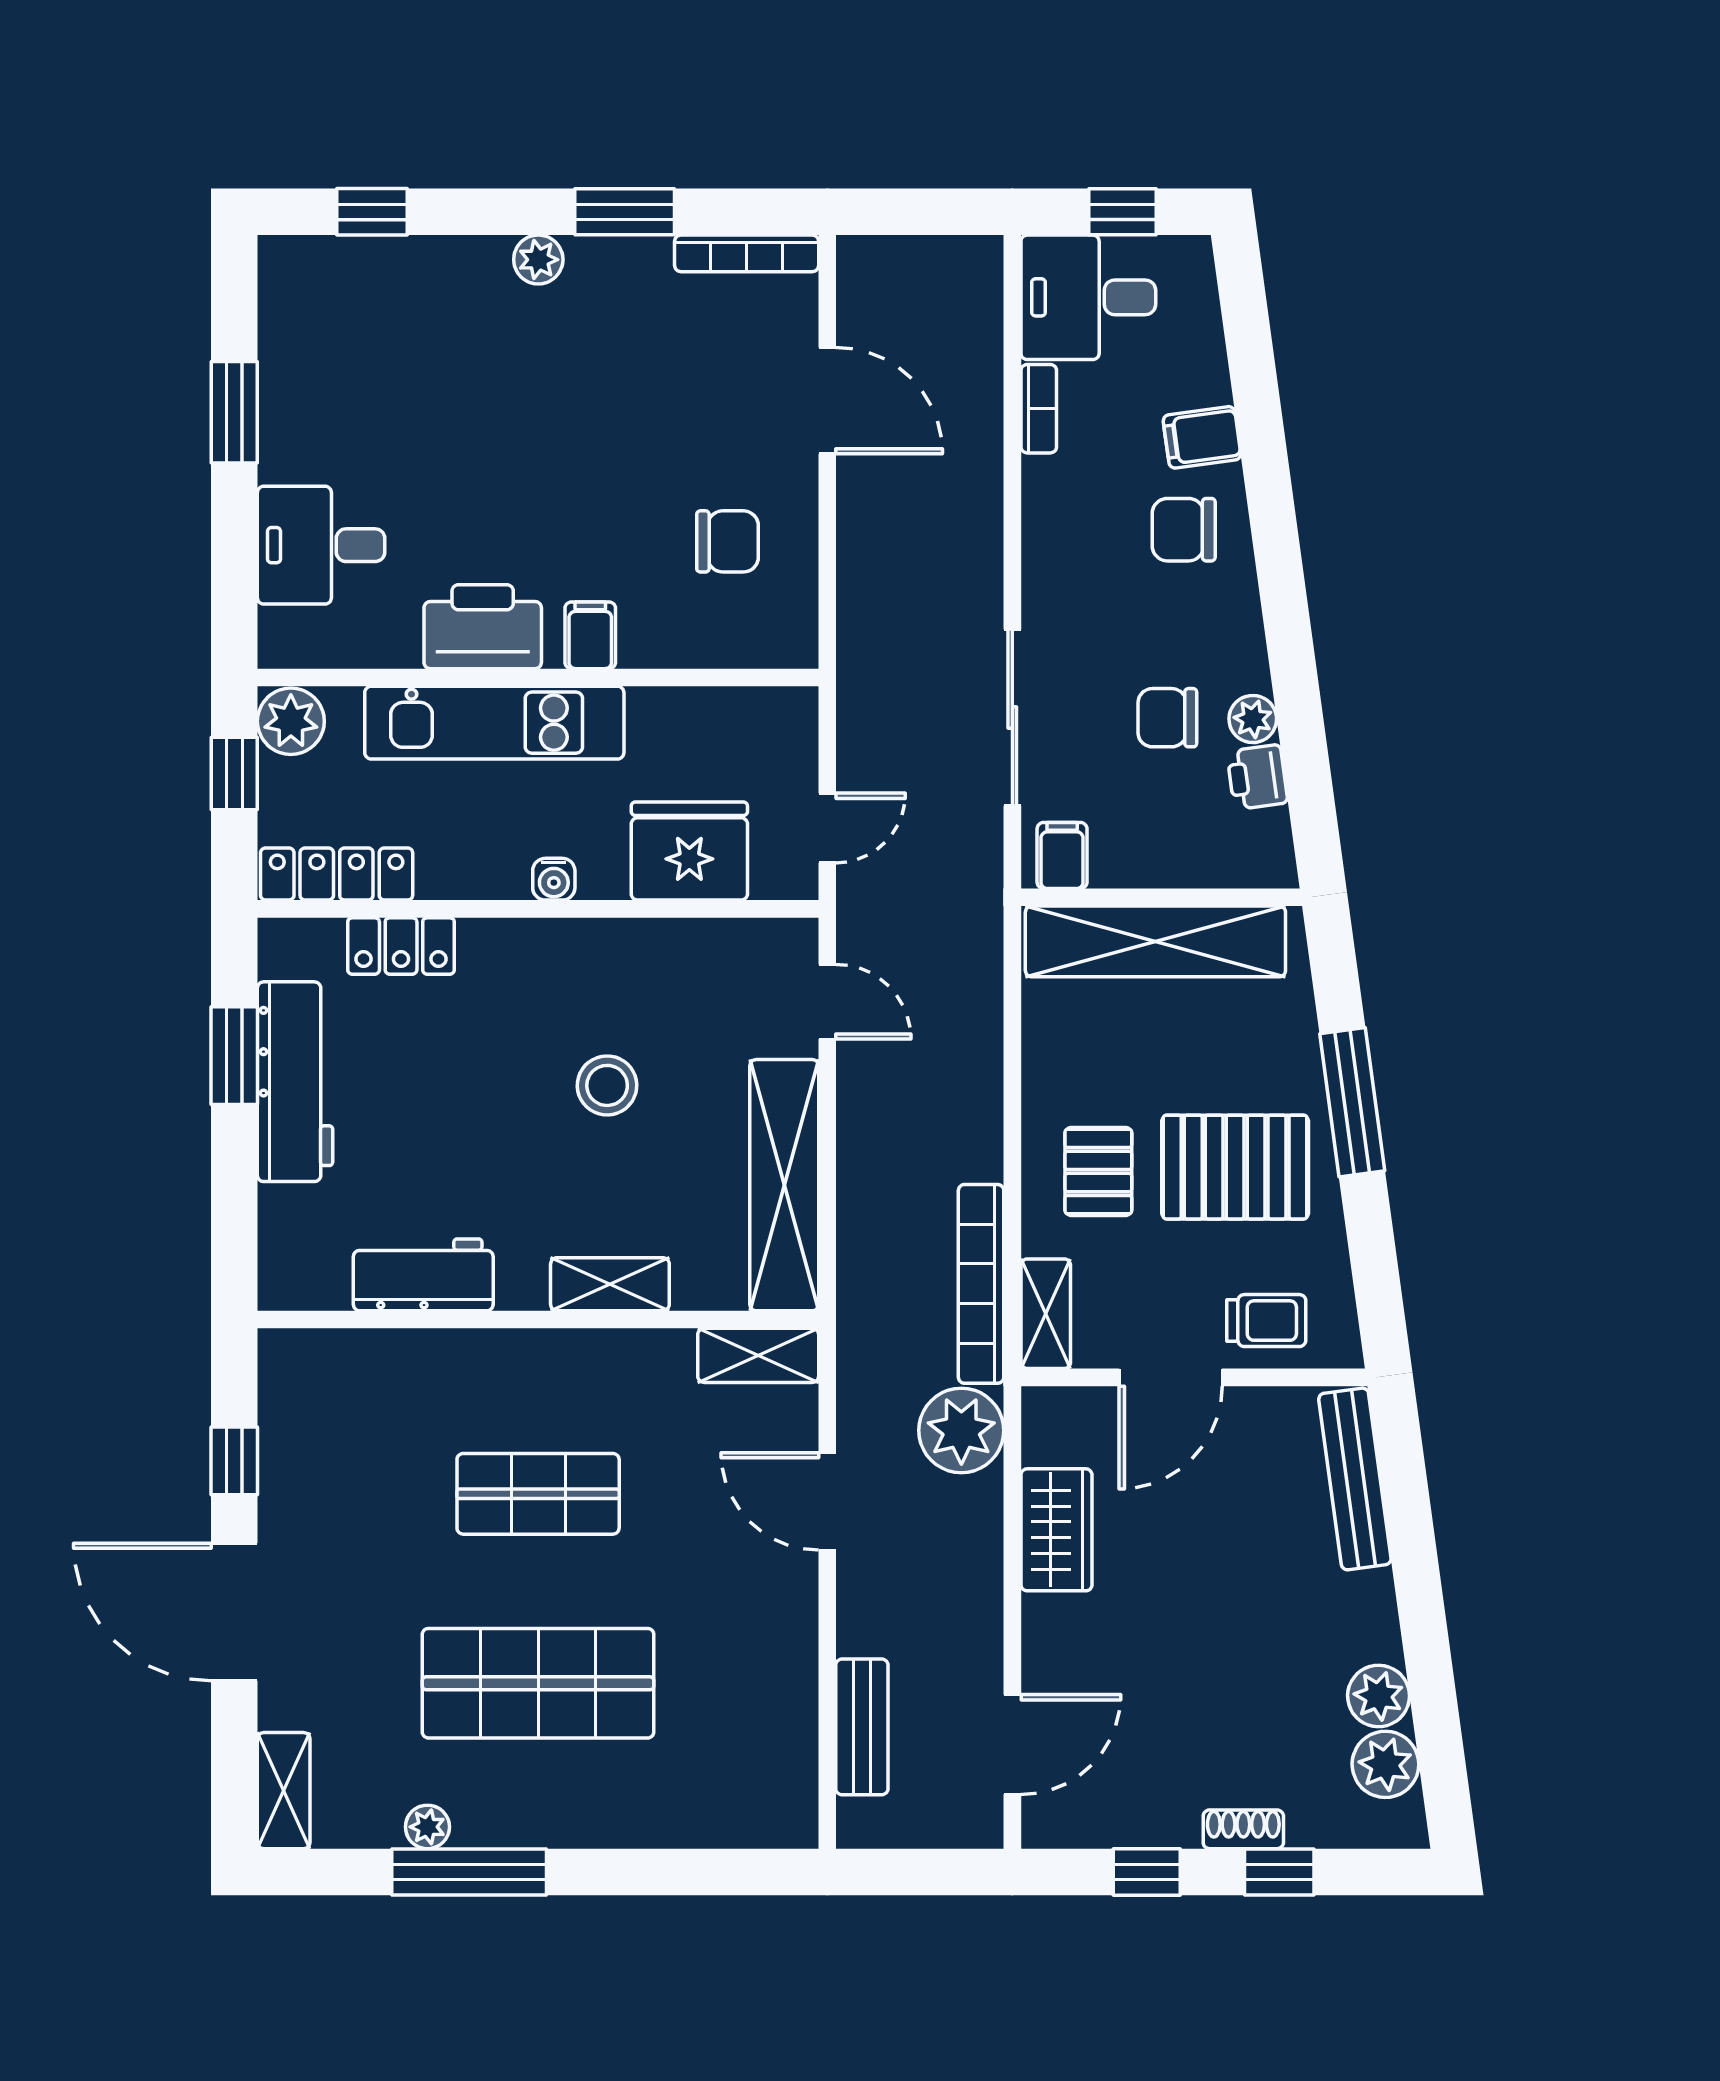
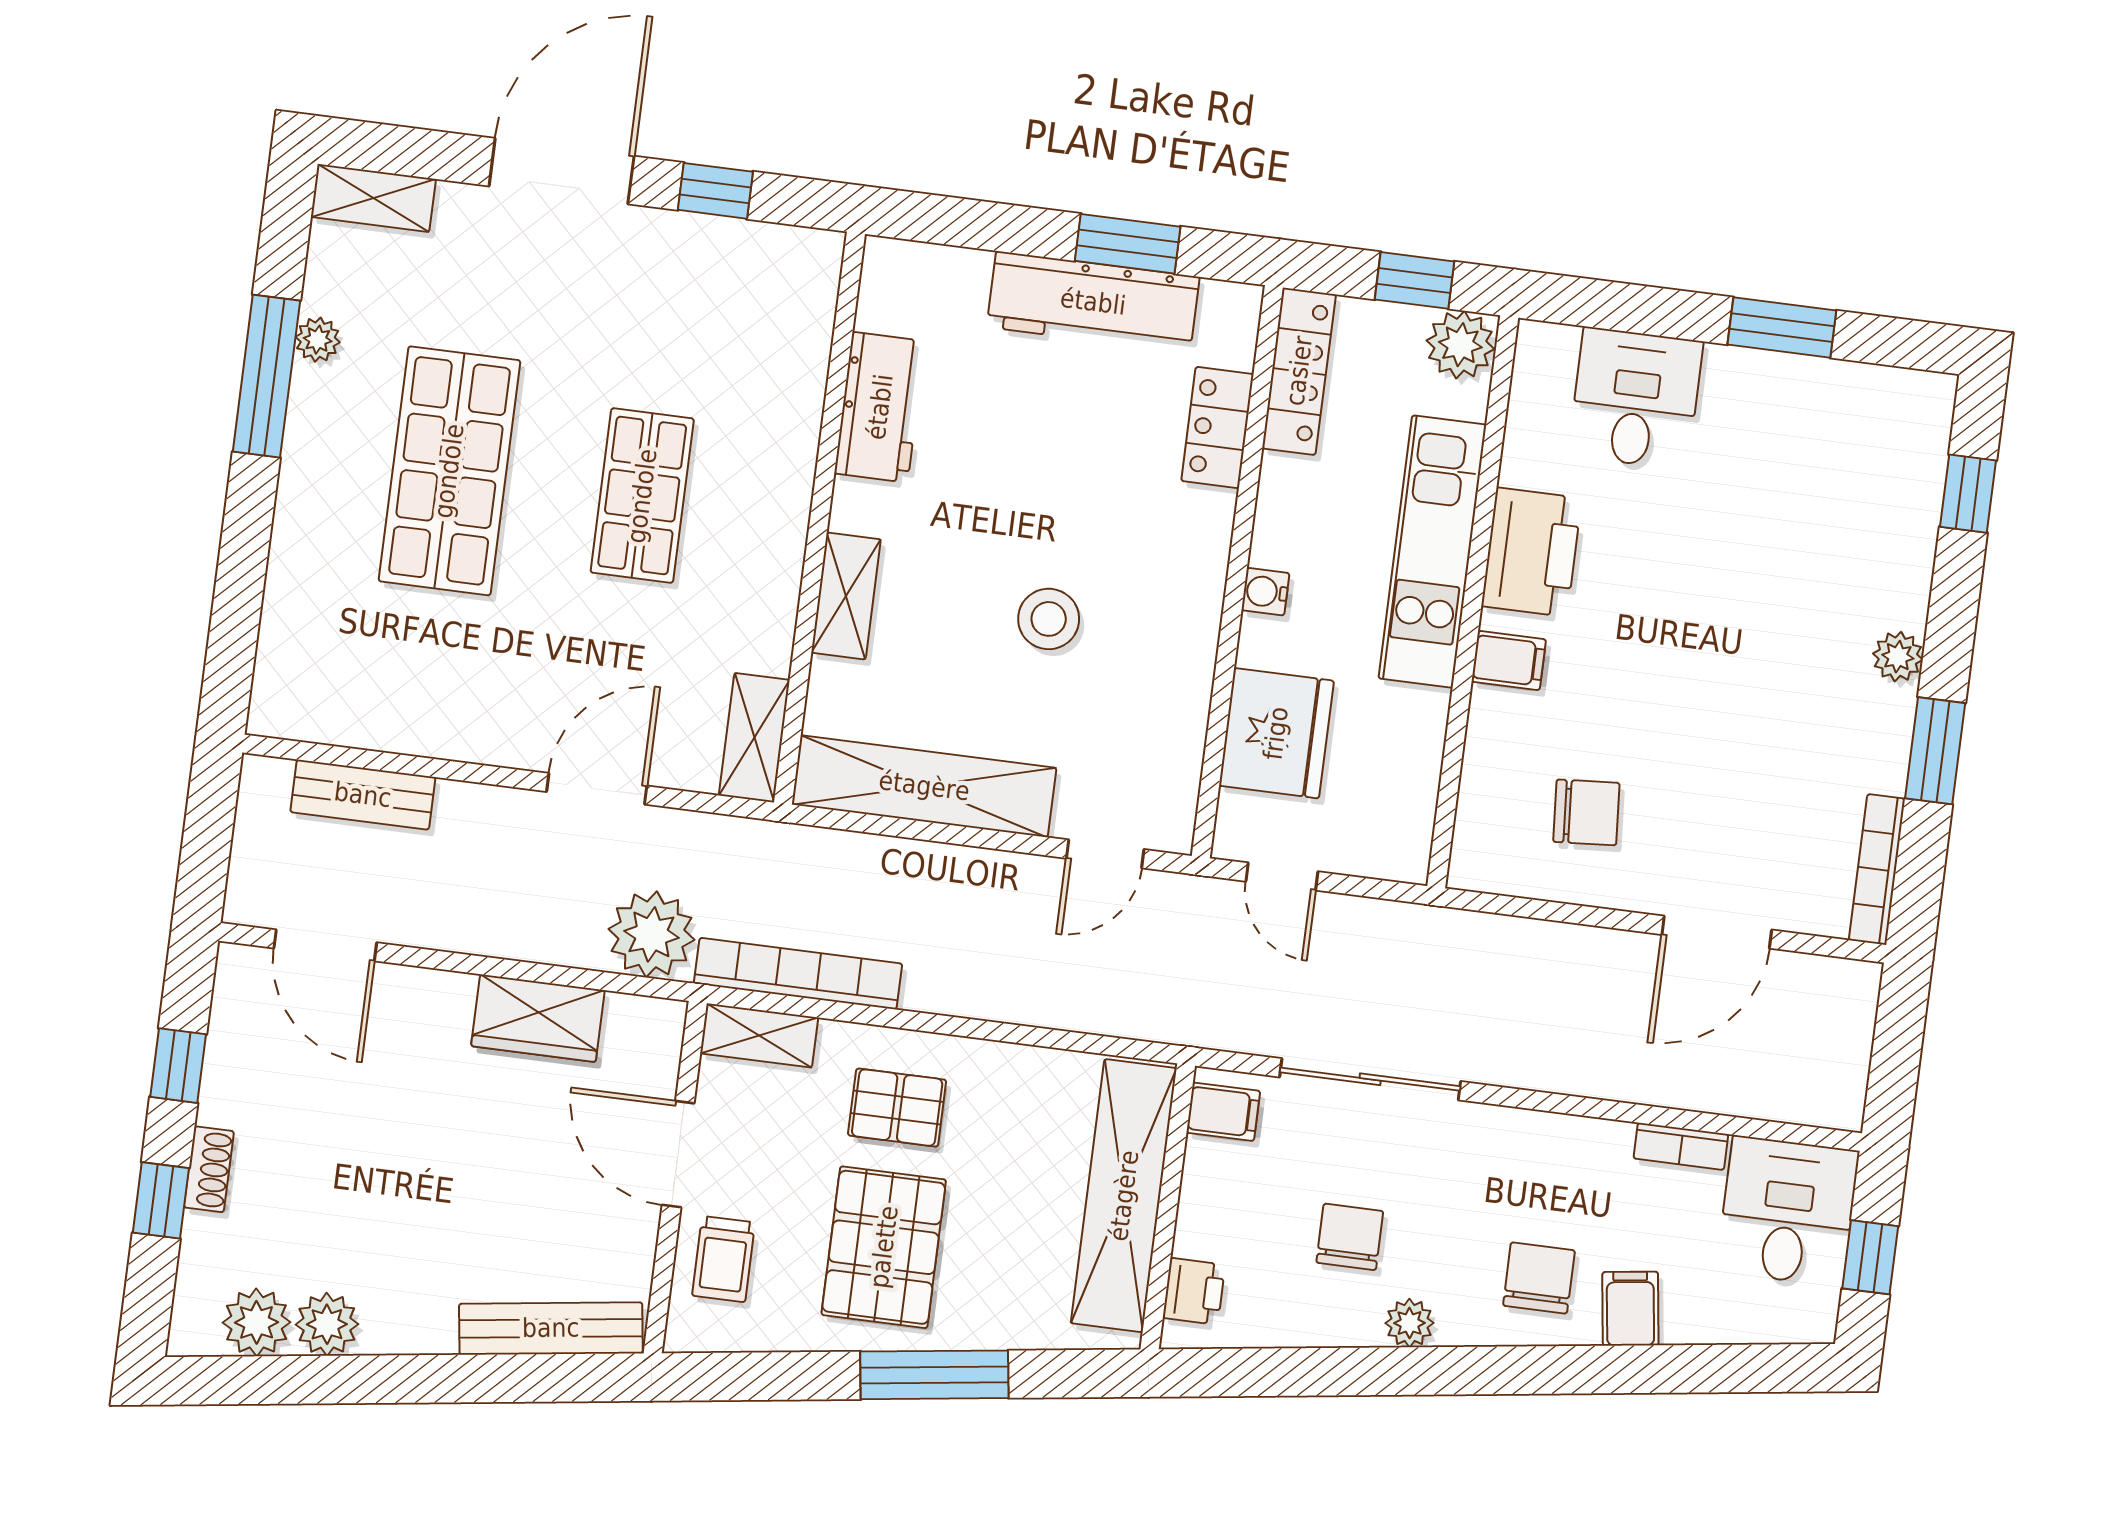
chair: (727, 541) -> (1586, 812), turned -94
plant: (1253, 719) -> (1409, 1323), moved
printer: (1257, 777) -> (1194, 1291), moved, turned 98

